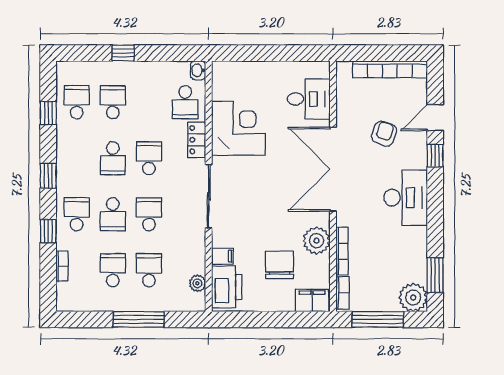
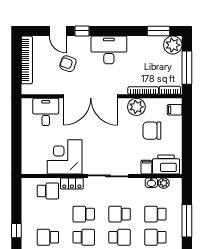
washbasin: (198, 70) -> (151, 183), moved
filing cabinet: (312, 300) -> (175, 110), width x0.50

